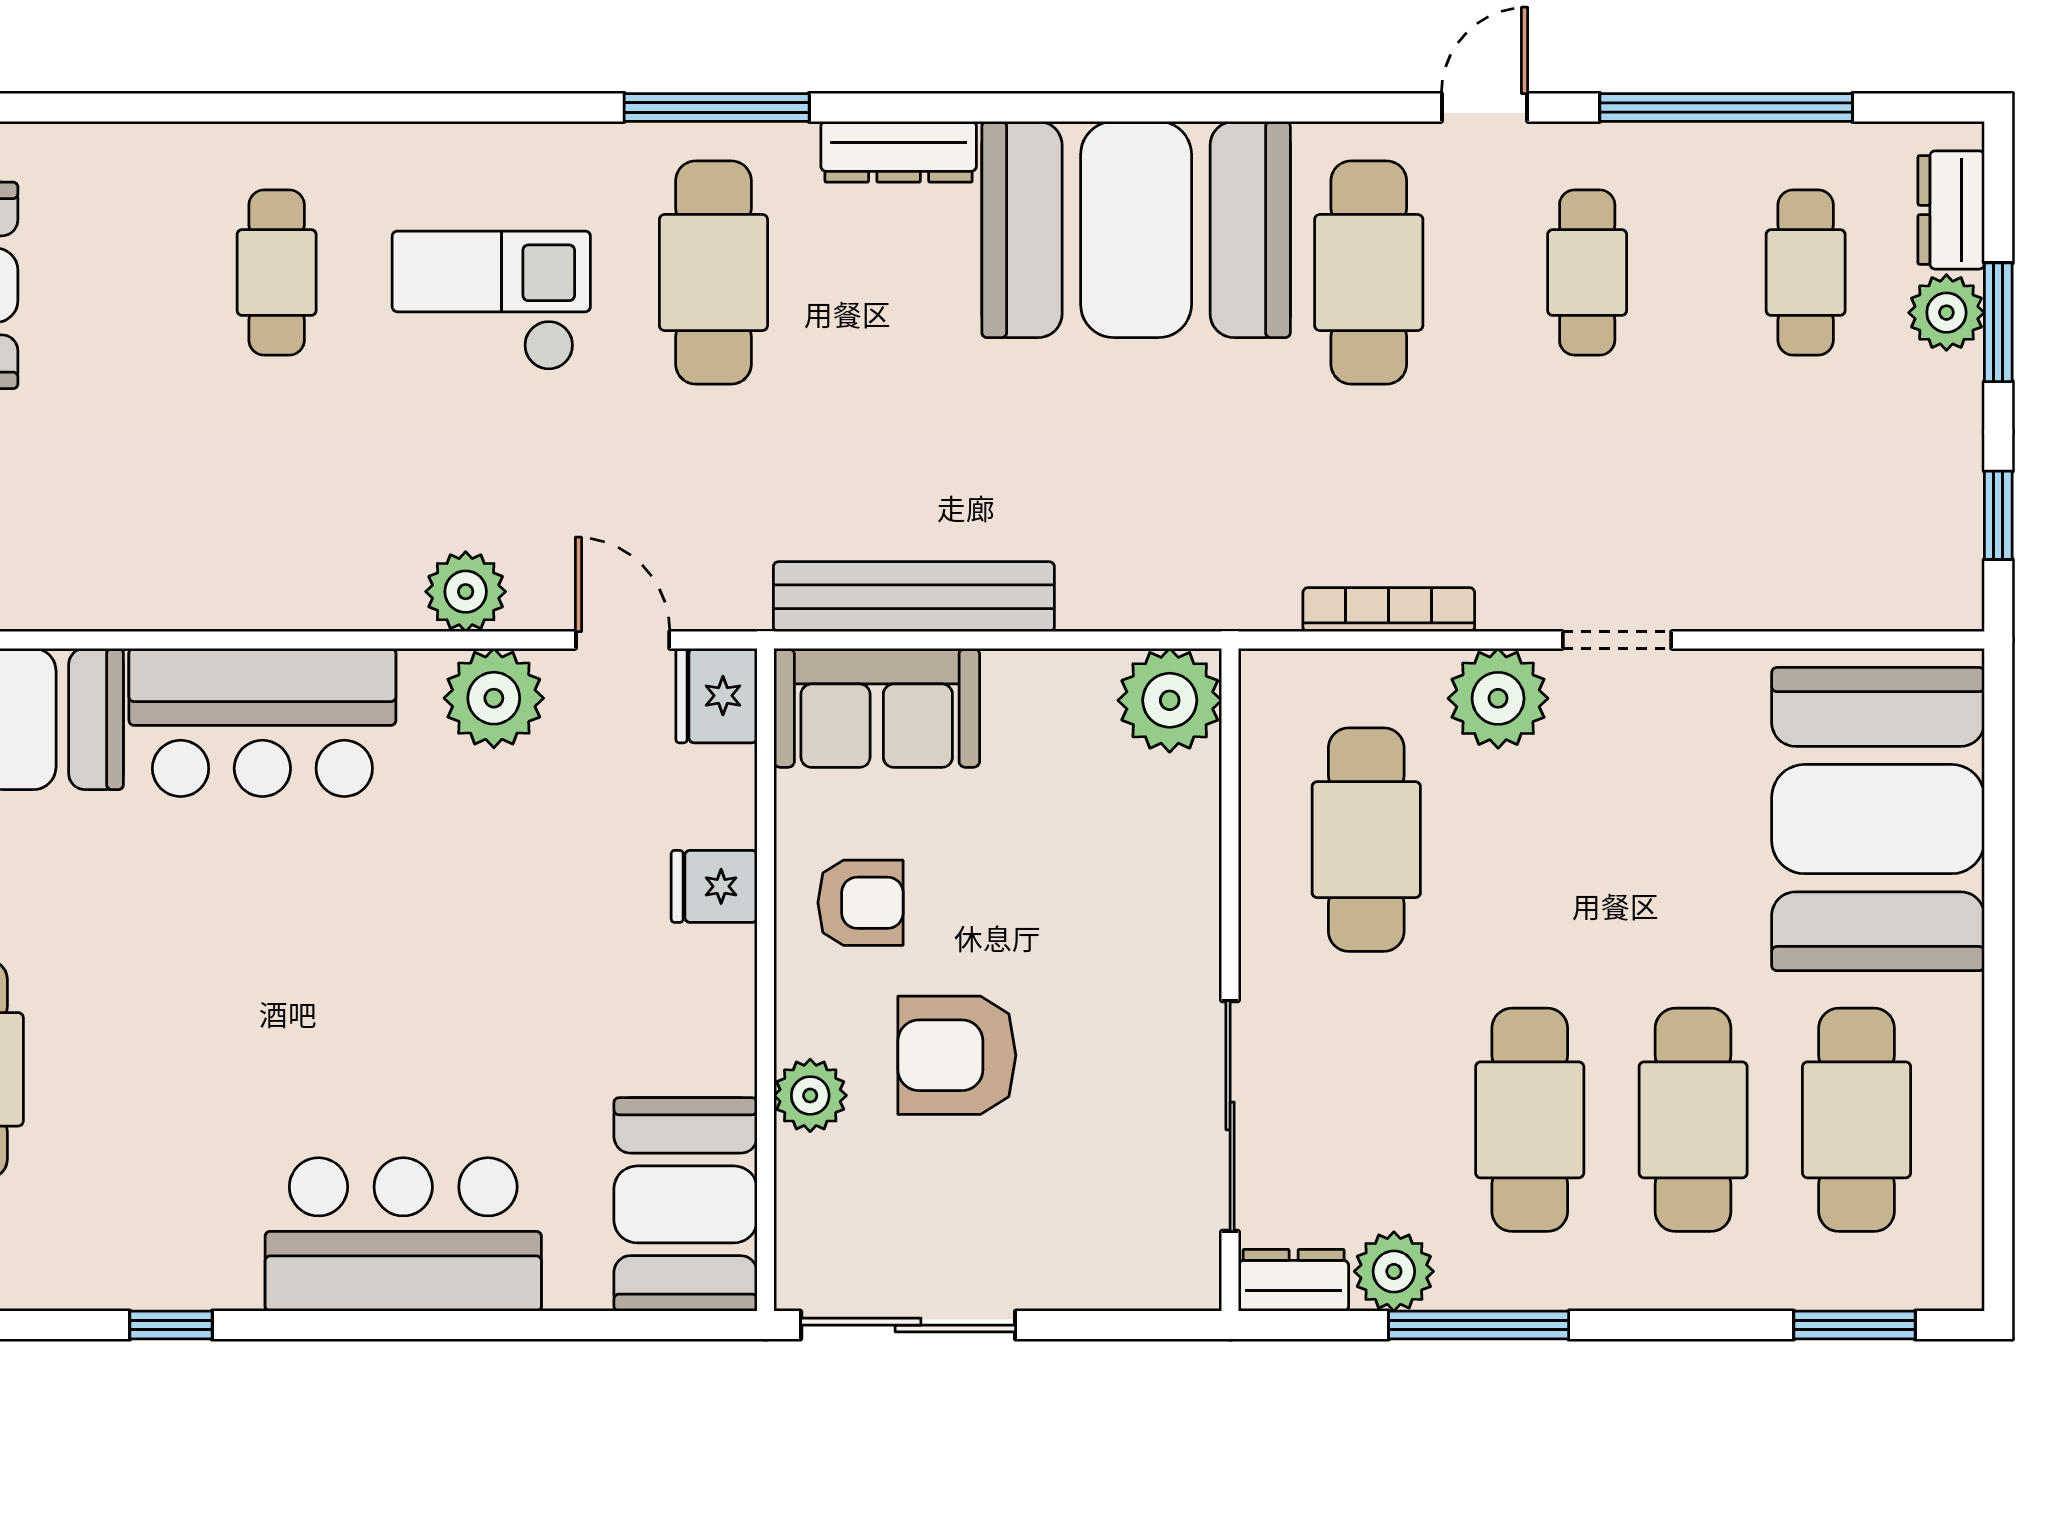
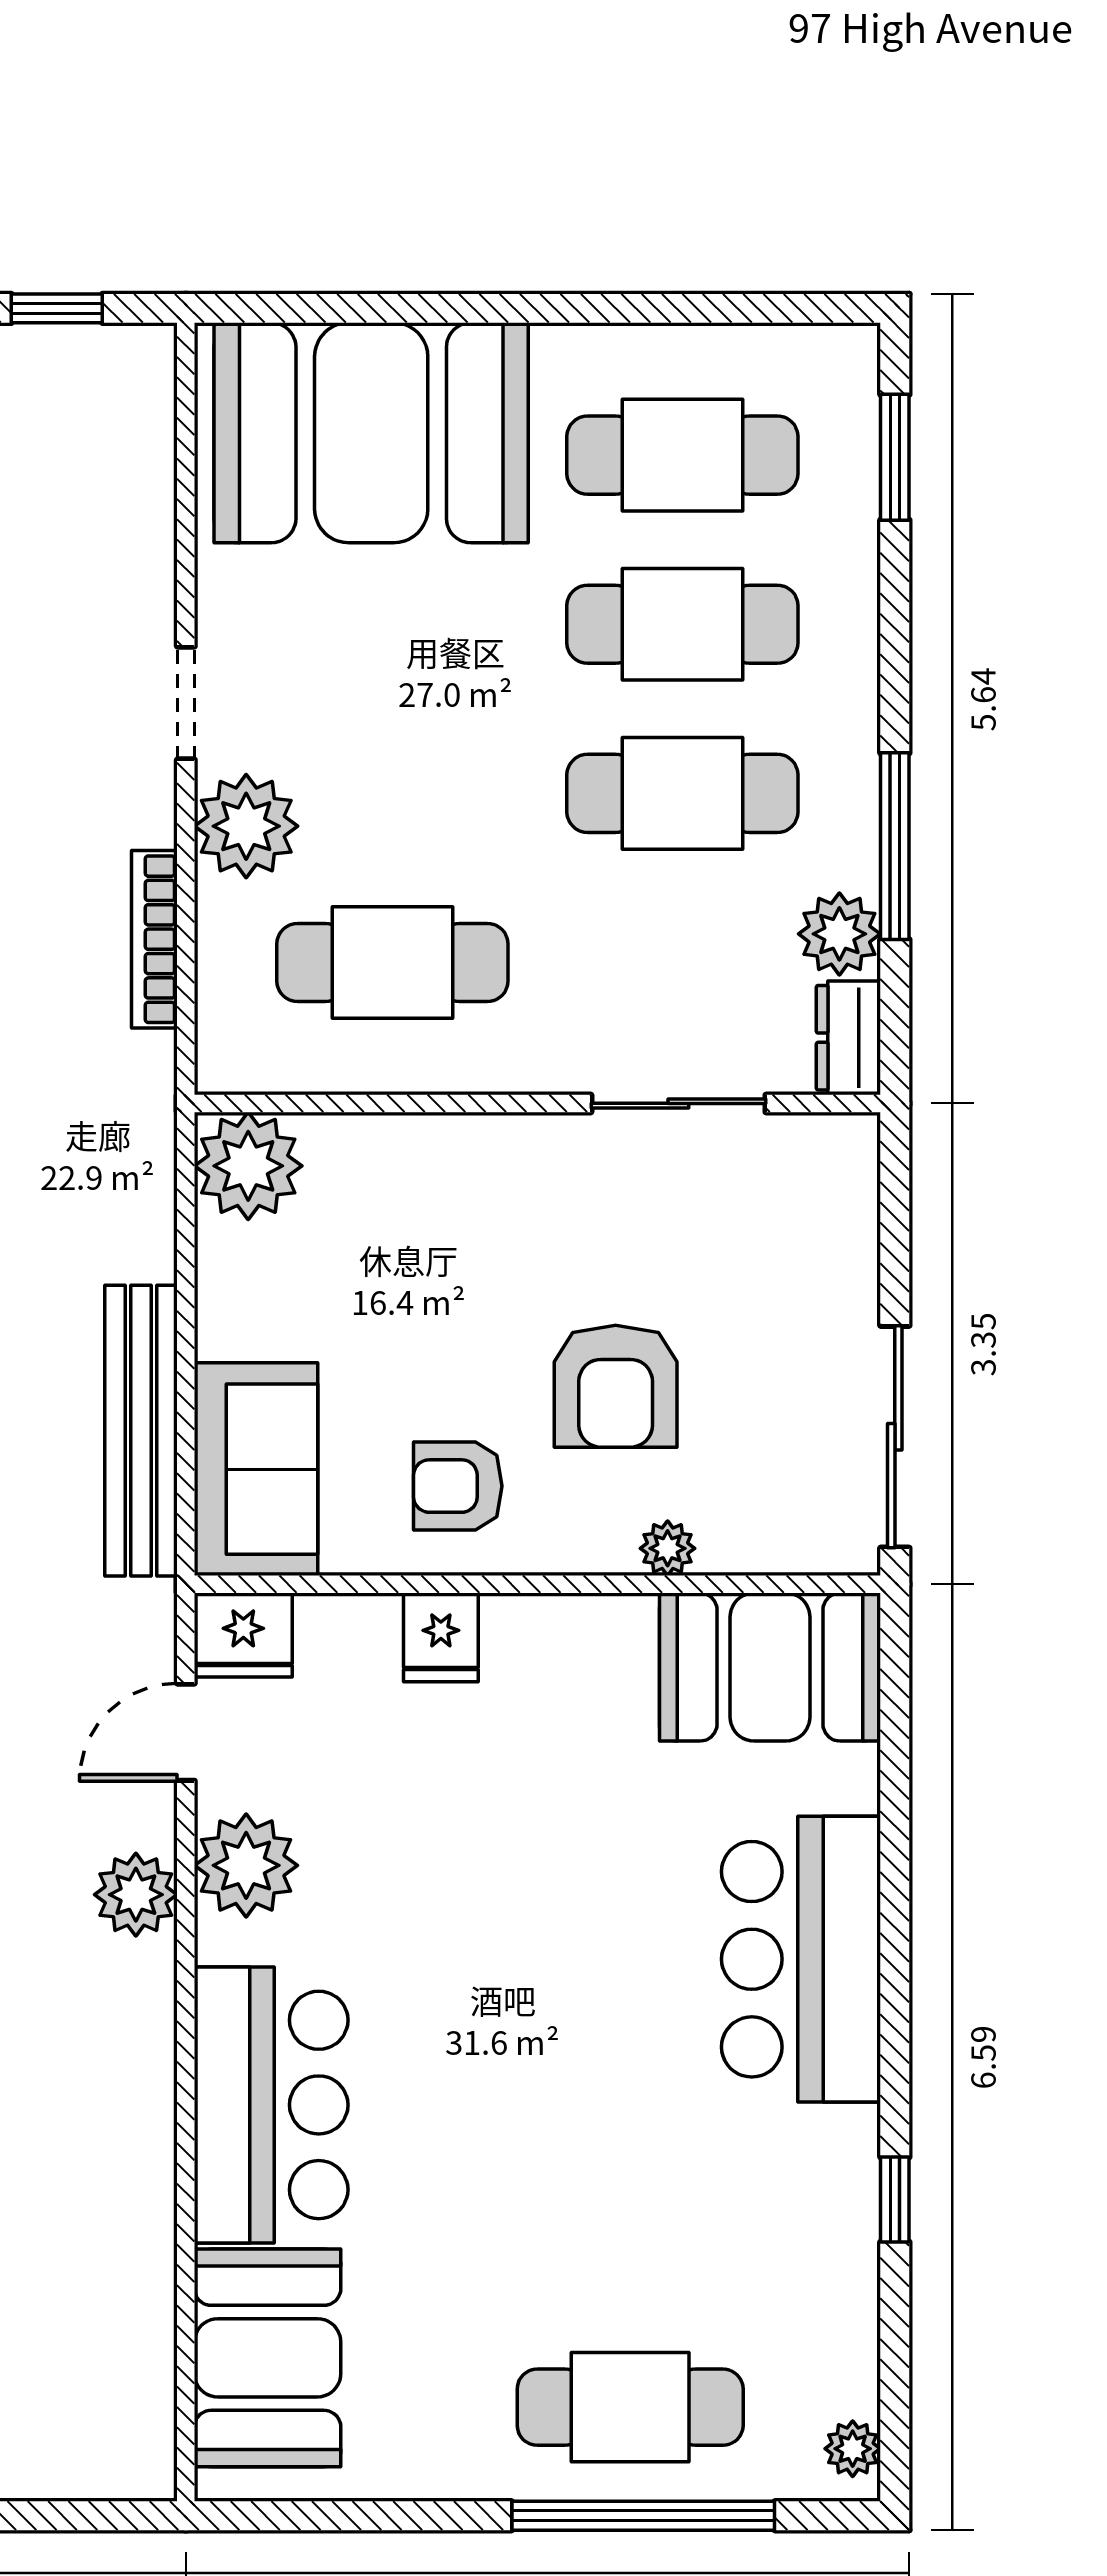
armchair: (860, 903) -> (458, 1486), turned -90
plant: (810, 1095) -> (668, 1548), width x0.73, depth x0.73
sliding door: (1230, 1116) -> (678, 1103), width x0.73

